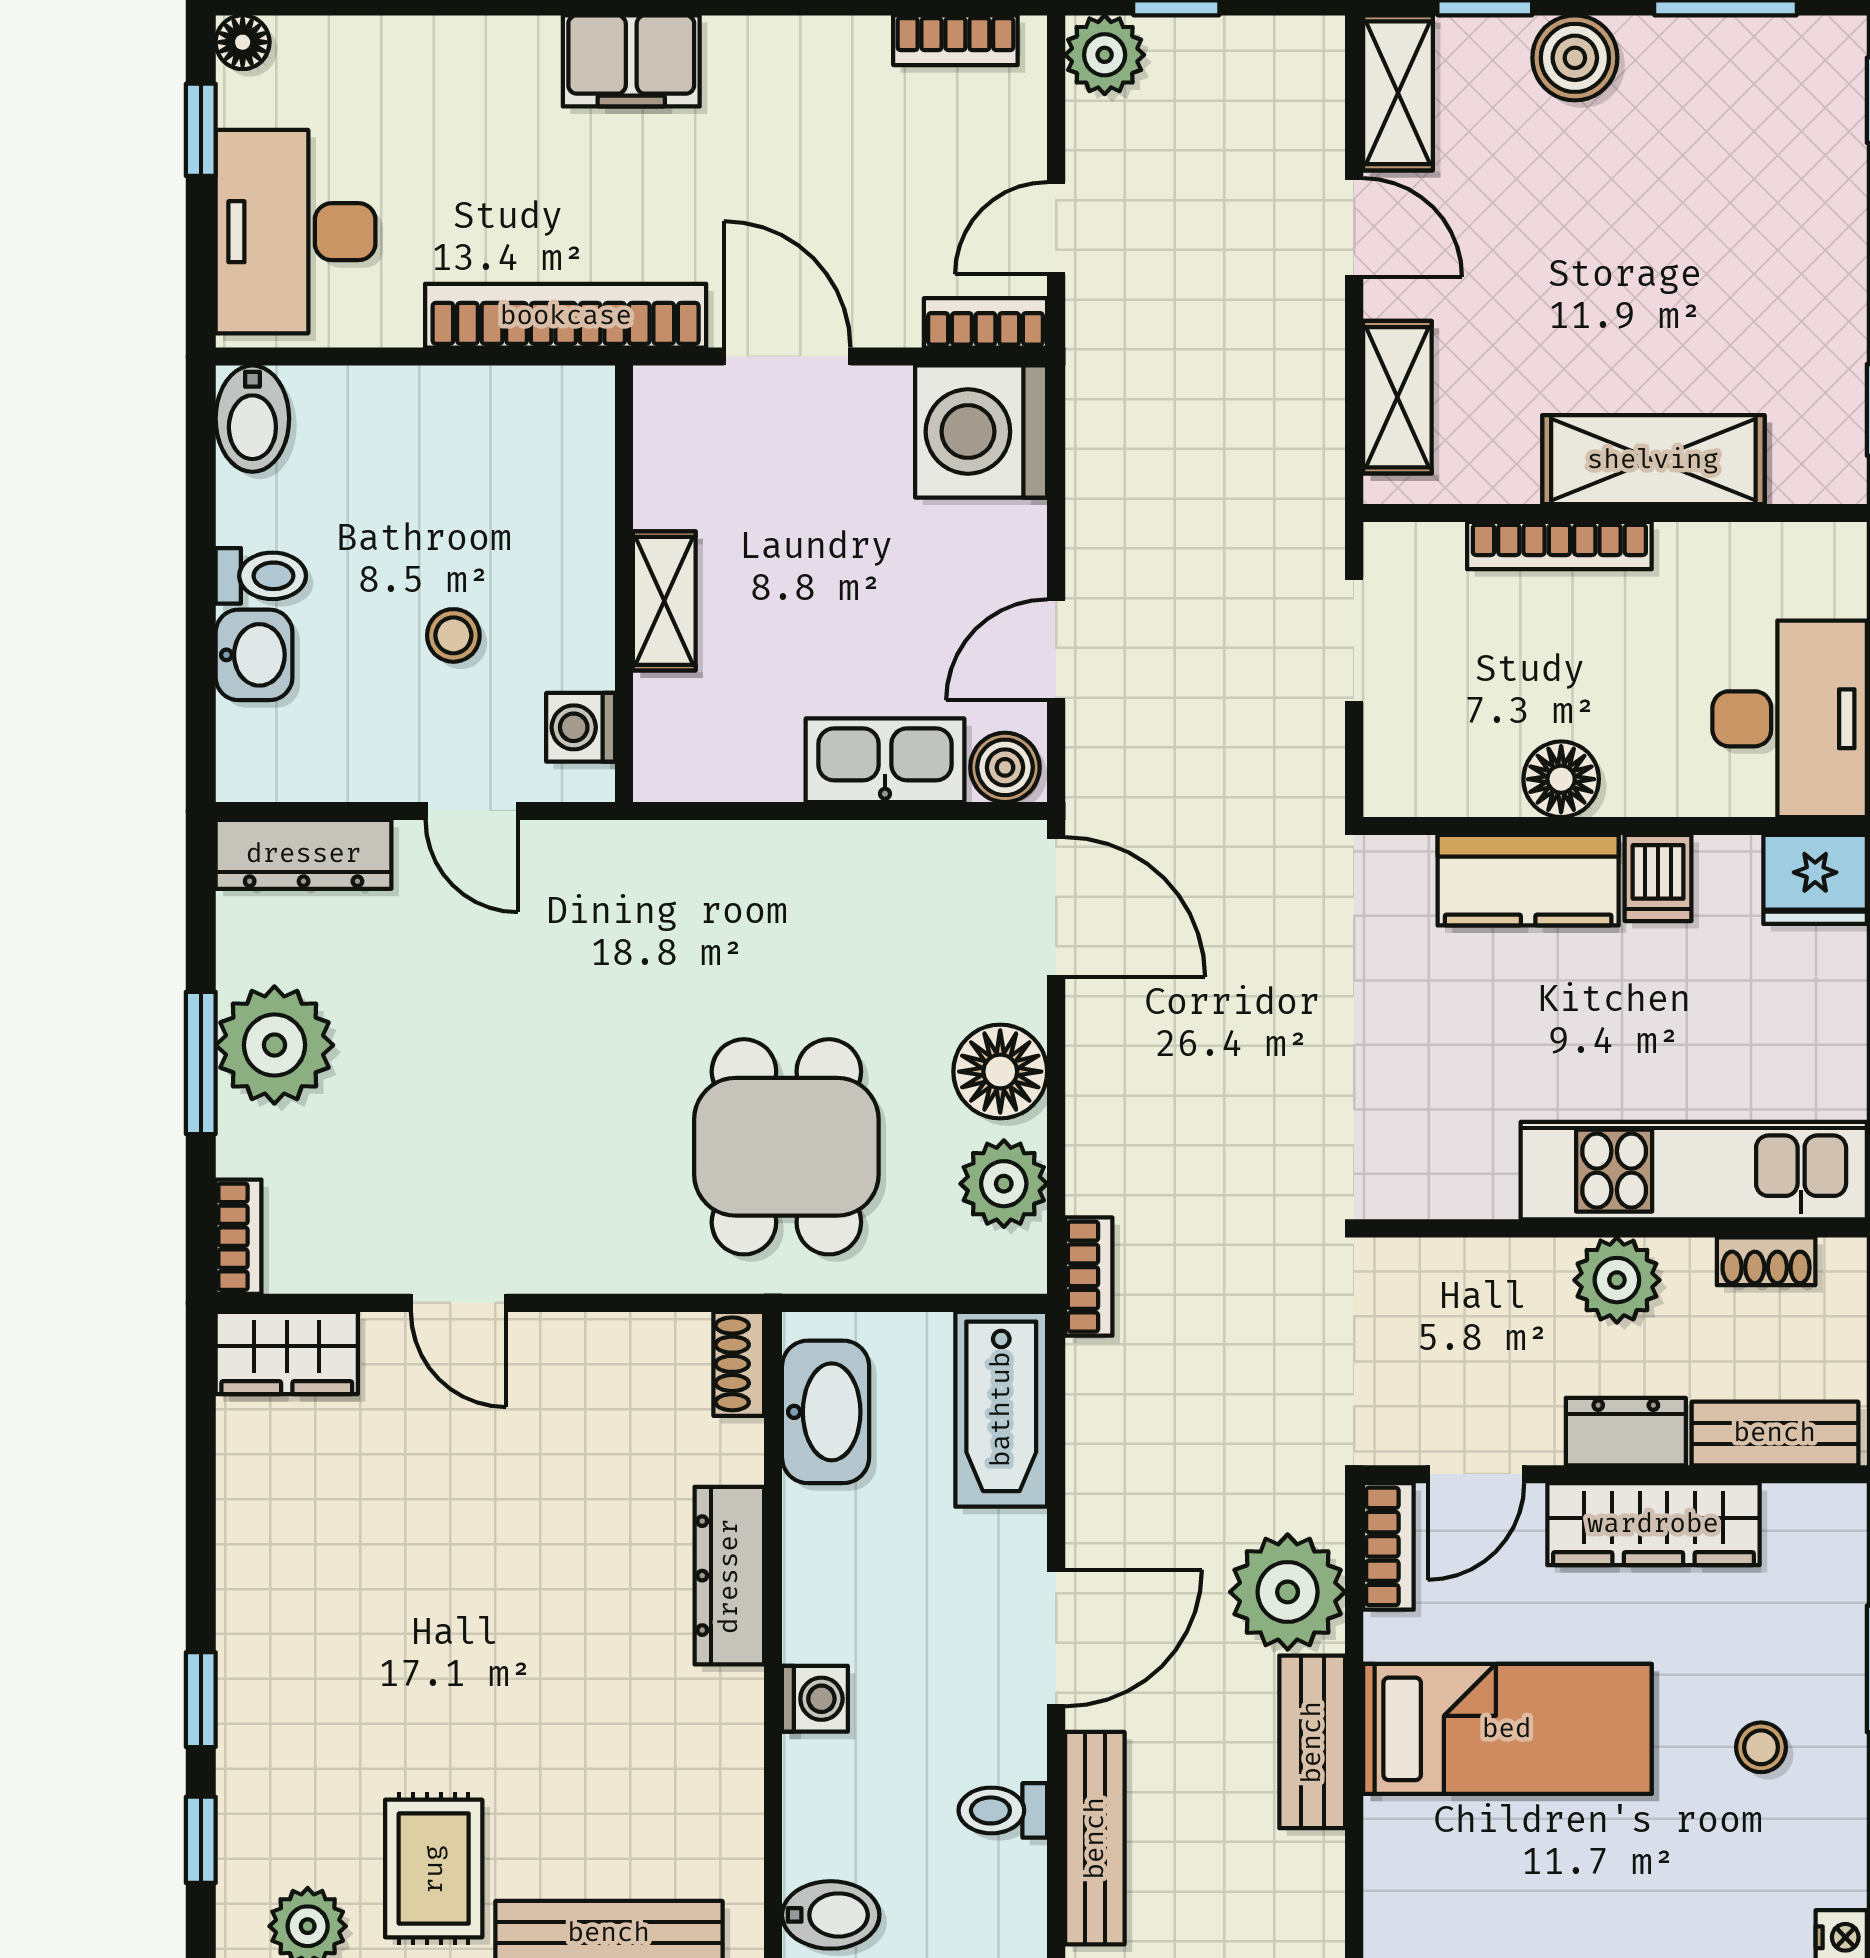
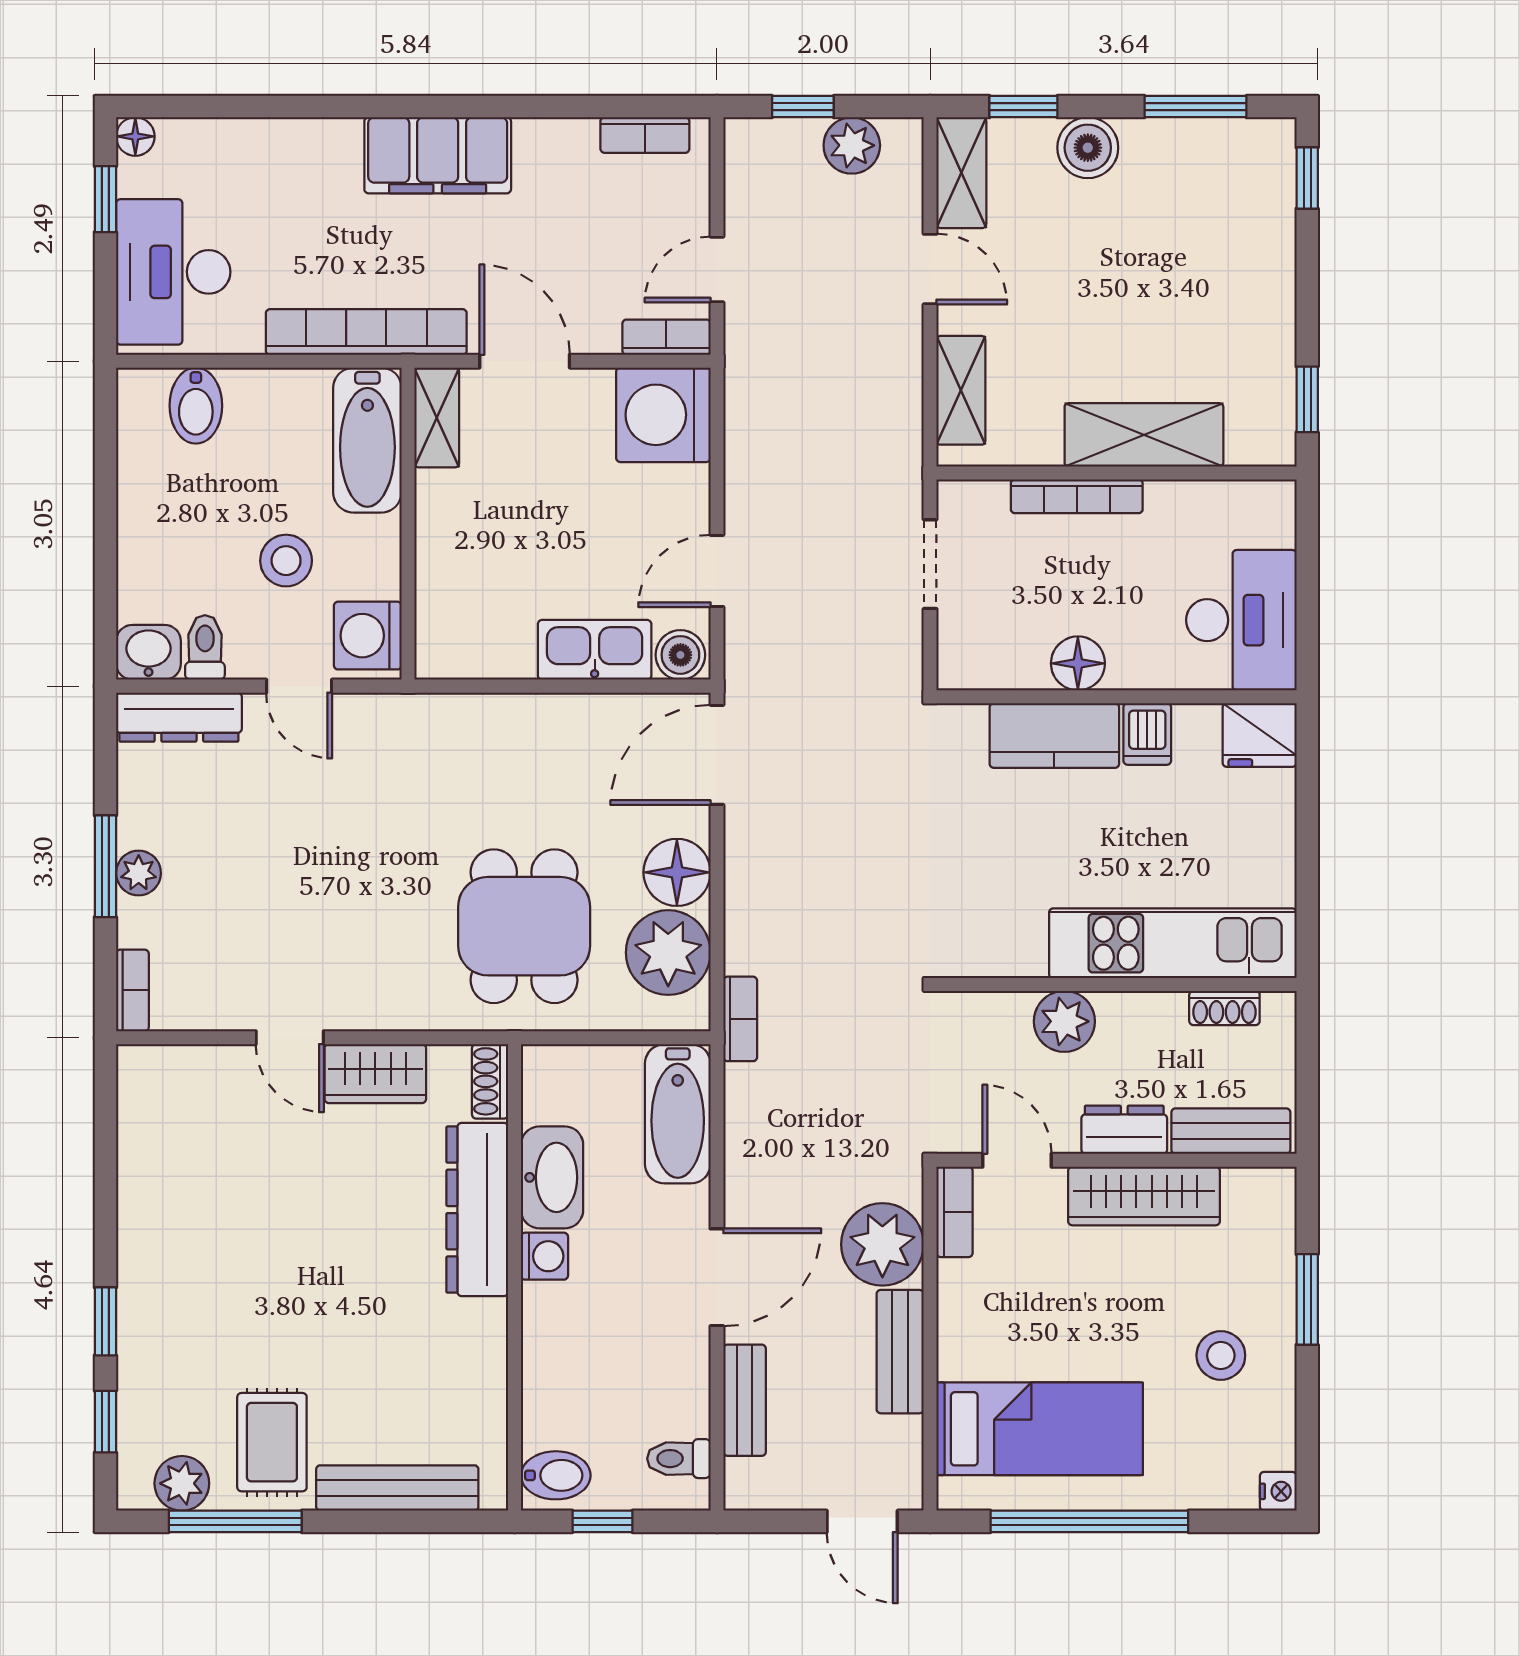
plant: (1105, 55) -> (852, 145), moved
filing cabinet: (631, 61) -> (438, 155), width x1.50, depth x1.17
bidet: (252, 419) -> (196, 406), moved
bathtub: (567, 467) -> (367, 440), added
toilet: (261, 576) -> (205, 647), moved, turned -90
shelving: (664, 601) -> (437, 418), moved
stool: (453, 635) -> (286, 561), width x1.37, depth x1.37
washbasin: (254, 655) -> (148, 652), moved, turned -90
washing machine: (581, 727) -> (368, 636), width x1.38, depth x1.38
door: (1056, 907) -> (717, 755), swing flipped
plant: (274, 1045) -> (139, 873), width x0.53, depth x0.53
plant: (1004, 1184) -> (668, 953), width x1.36, depth x1.36
plant: (1617, 1280) -> (1064, 1021), moved
wardrobe: (287, 1353) -> (375, 1074), moved
washbasin: (826, 1412) -> (552, 1177), moved
door: (1476, 1474) -> (1017, 1160), swing flipped
dresser: (729, 1576) -> (477, 1210), width x1.37, depth x1.24
washing machine: (815, 1699) -> (544, 1256), moved
bed: (1507, 1729) -> (1040, 1429), moved
stool: (1761, 1747) -> (1221, 1355), width x1.37, depth x1.37
toilet: (1003, 1810) -> (679, 1459), moved
bench: (1095, 1838) -> (745, 1400), width x0.73

